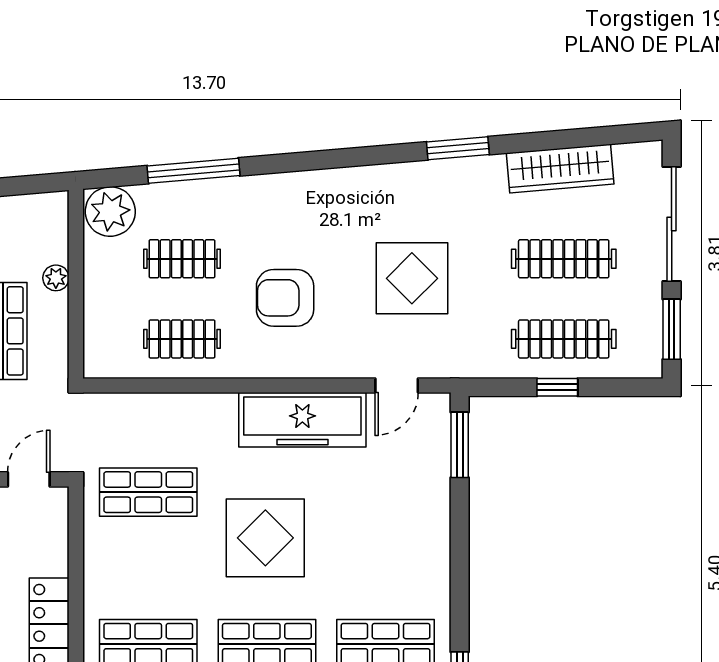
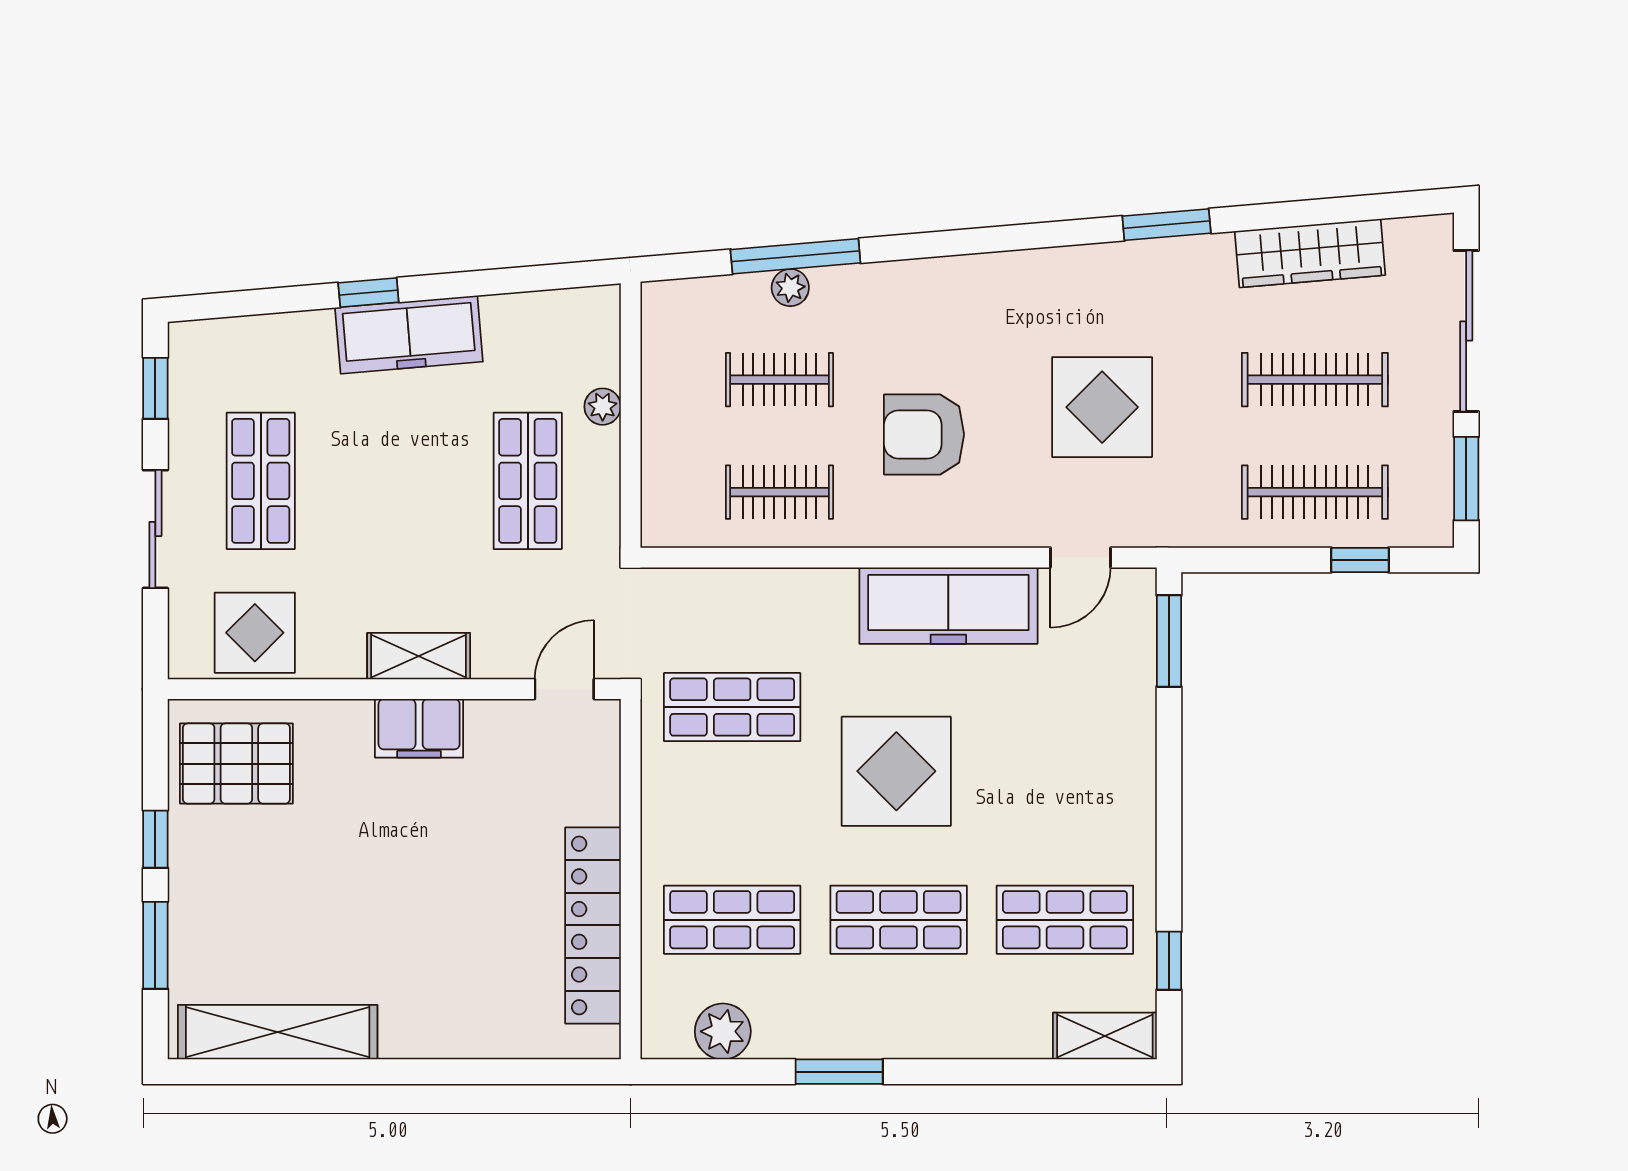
plant: (110, 212) -> (790, 288), moved, width x0.53, depth x0.53
window: (557, 387) -> (1360, 560), moved

